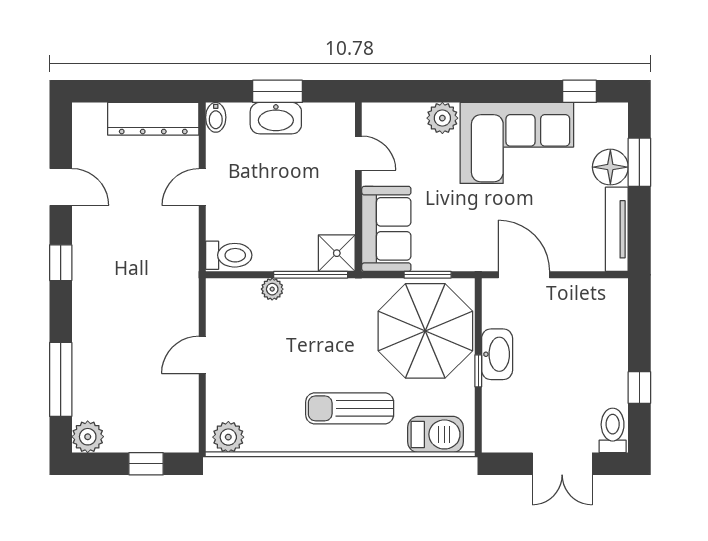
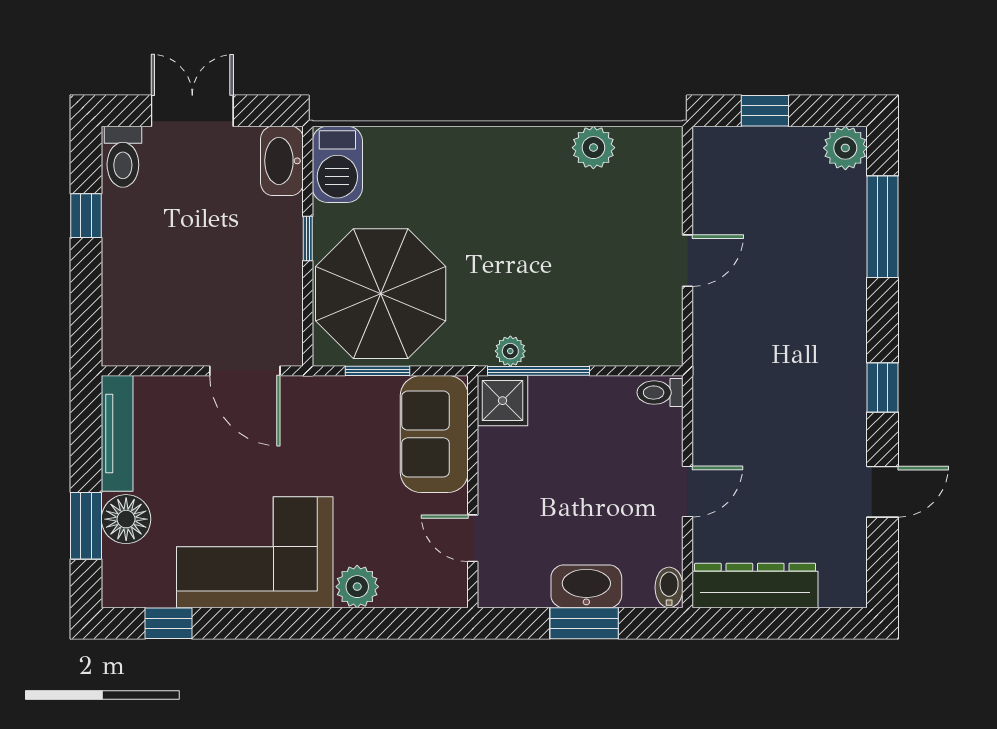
door: (61, 187) -> (882, 492), swing flipped
toilet: (229, 255) -> (660, 393), width x0.73, depth x0.72
plant: (272, 289) -> (510, 351), moved
washbasin: (497, 354) -> (282, 161), moved
sun lounger: (350, 408) -> (485, 187), removed
barbecue: (436, 434) -> (337, 164), moved, turned -90
plant: (228, 437) -> (593, 148), moved

